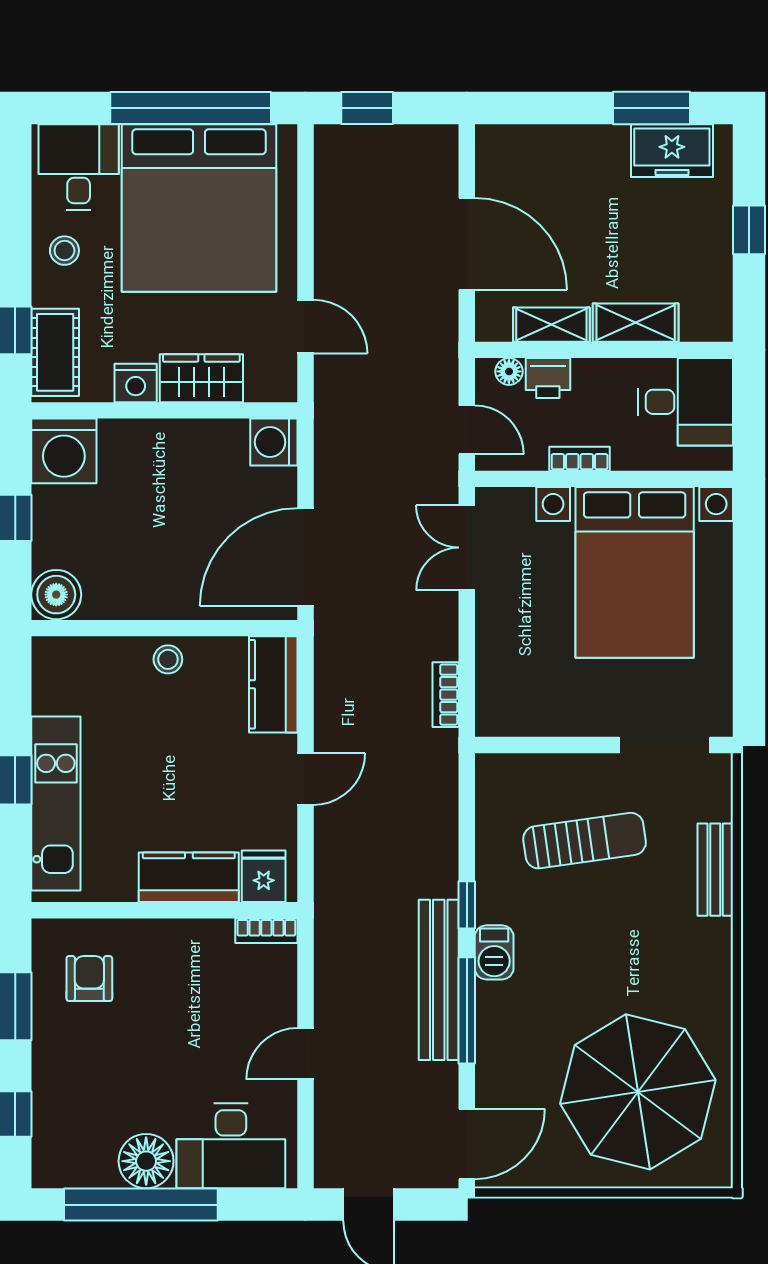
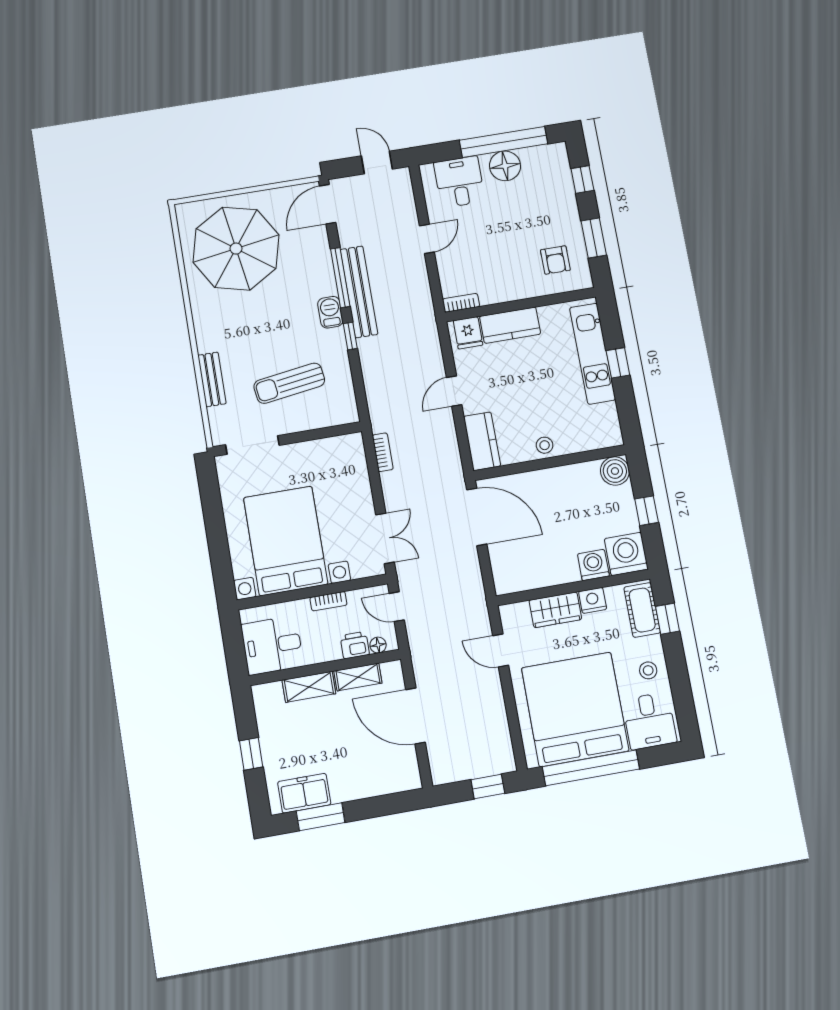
washing machine: (274, 442) -> (593, 565), moved, turned -90
door: (305, 557) -> (477, 517), hinge flipped
desk: (231, 1146) -> (459, 182), width x0.73

